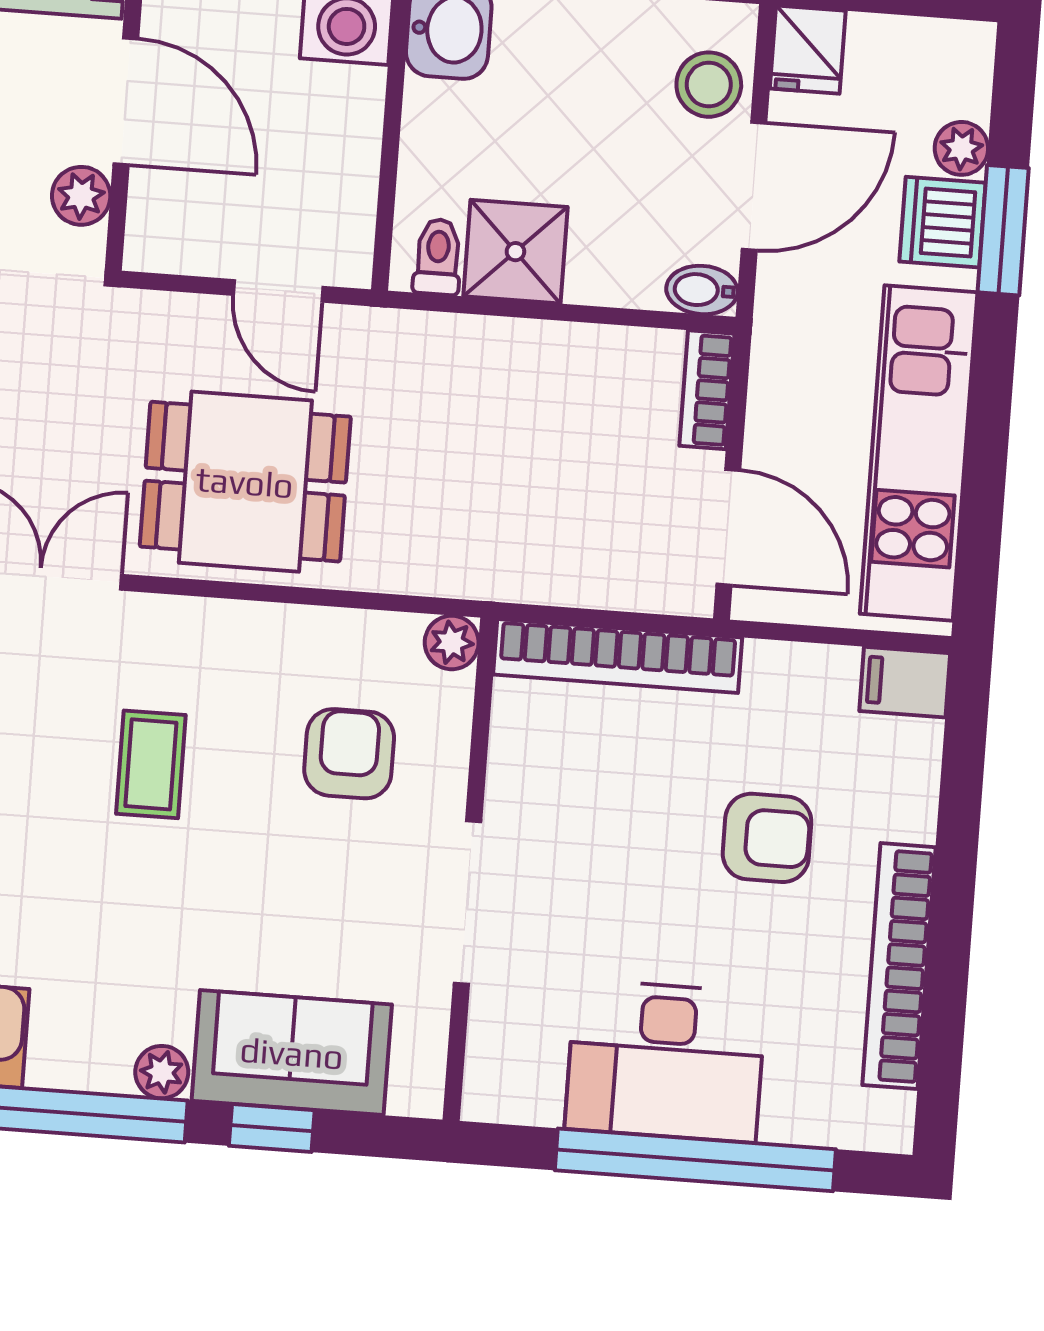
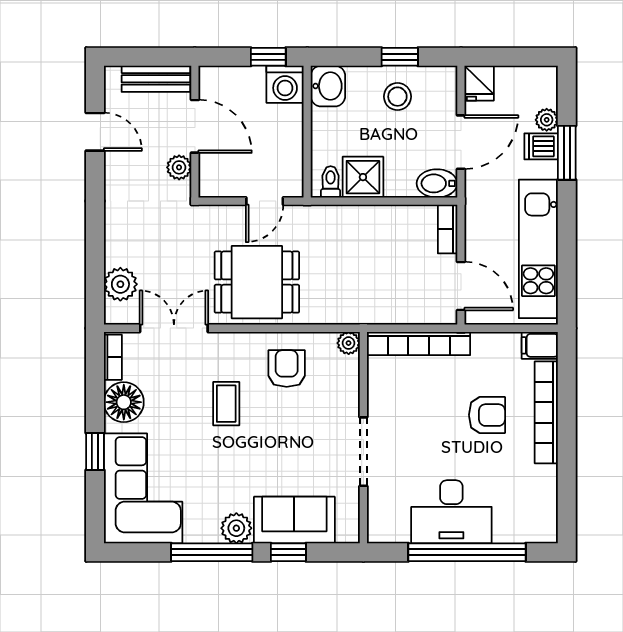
stool: (709, 85) -> (397, 97), moved
dishwasher: (943, 222) -> (541, 146), width x0.73
bidet: (702, 290) -> (437, 183), width x1.38, depth x1.36
door: (278, 291) -> (265, 201), hinge flipped
armchair: (349, 754) -> (287, 369), moved
bookcase: (899, 966) -> (546, 412), moved
plant: (162, 1072) -> (236, 528), width x1.38, depth x1.38

